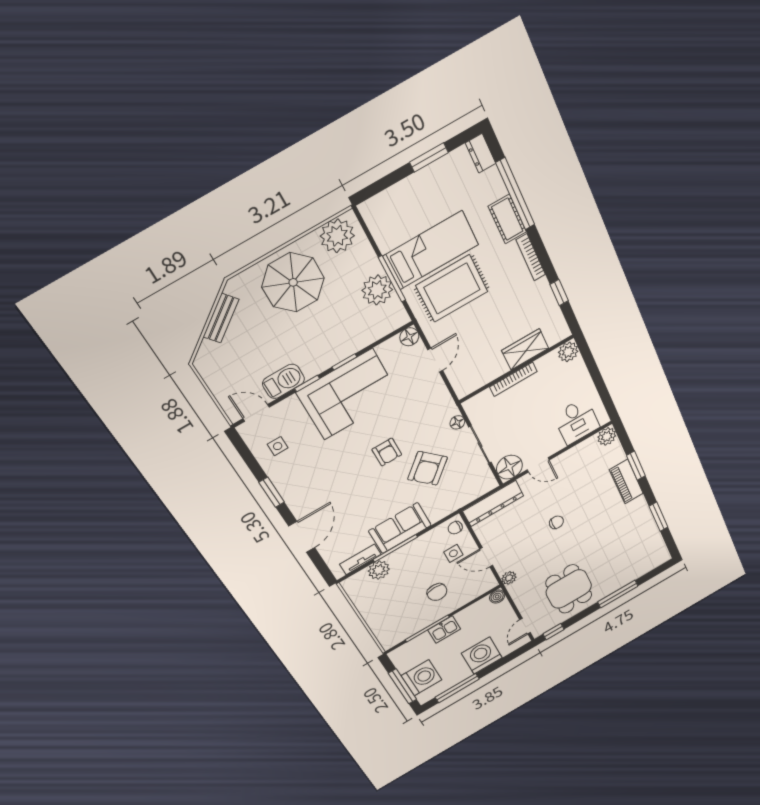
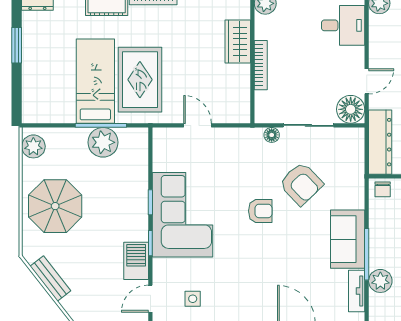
plant: (337, 236) -> (33, 146), width x0.73, depth x0.73
floor lamp: (409, 337) -> (162, 137), removed

